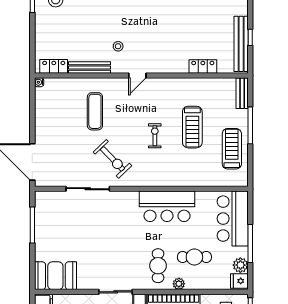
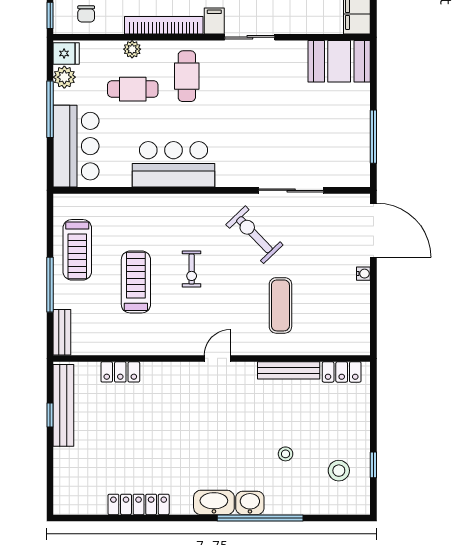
stool: (118, 46) -> (286, 454), moved
water cooler: (39, 82) -> (363, 274), moved
plant: (179, 284) -> (132, 49), moved

